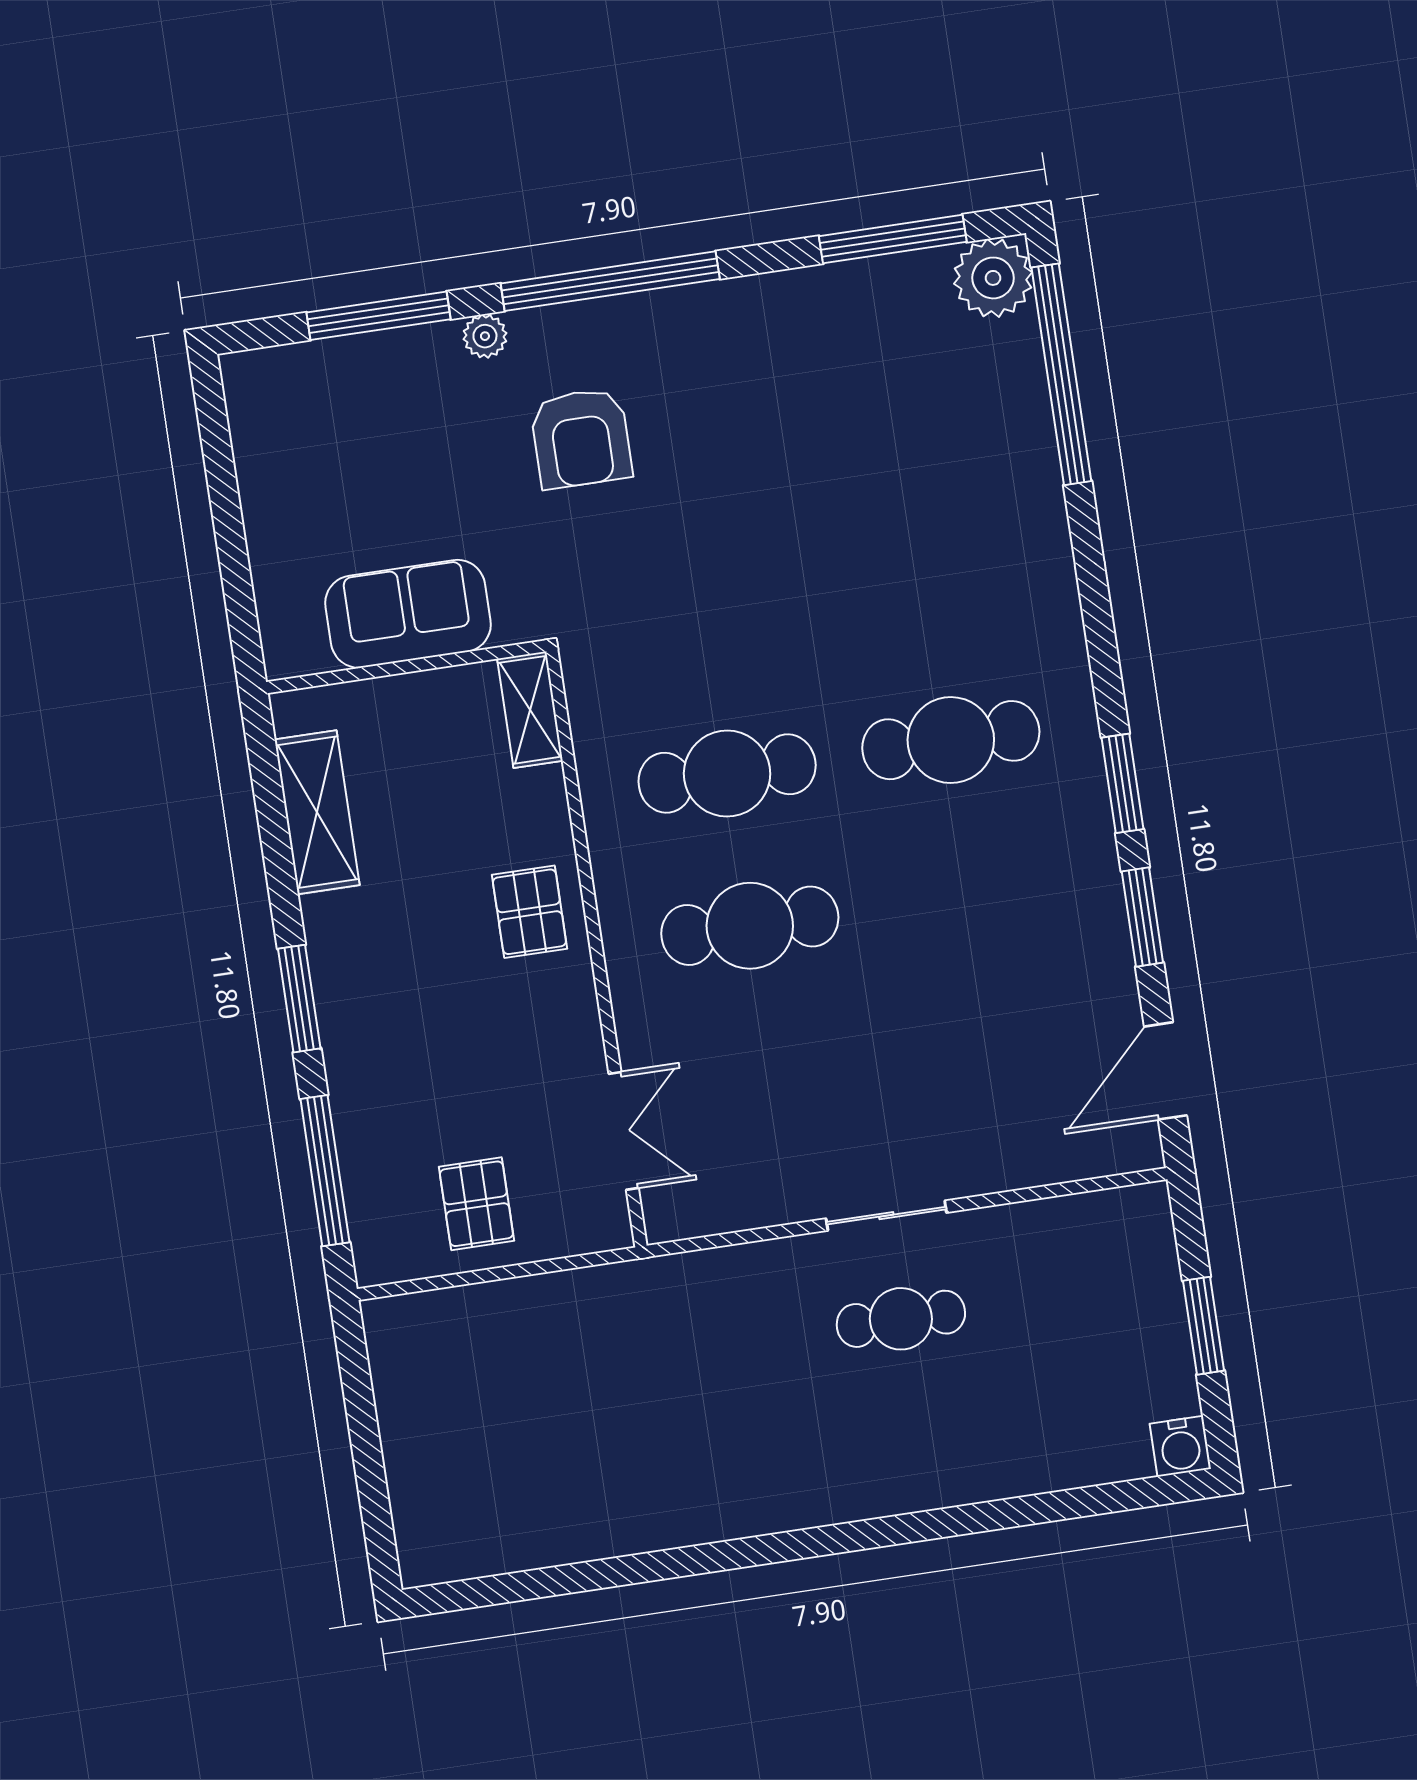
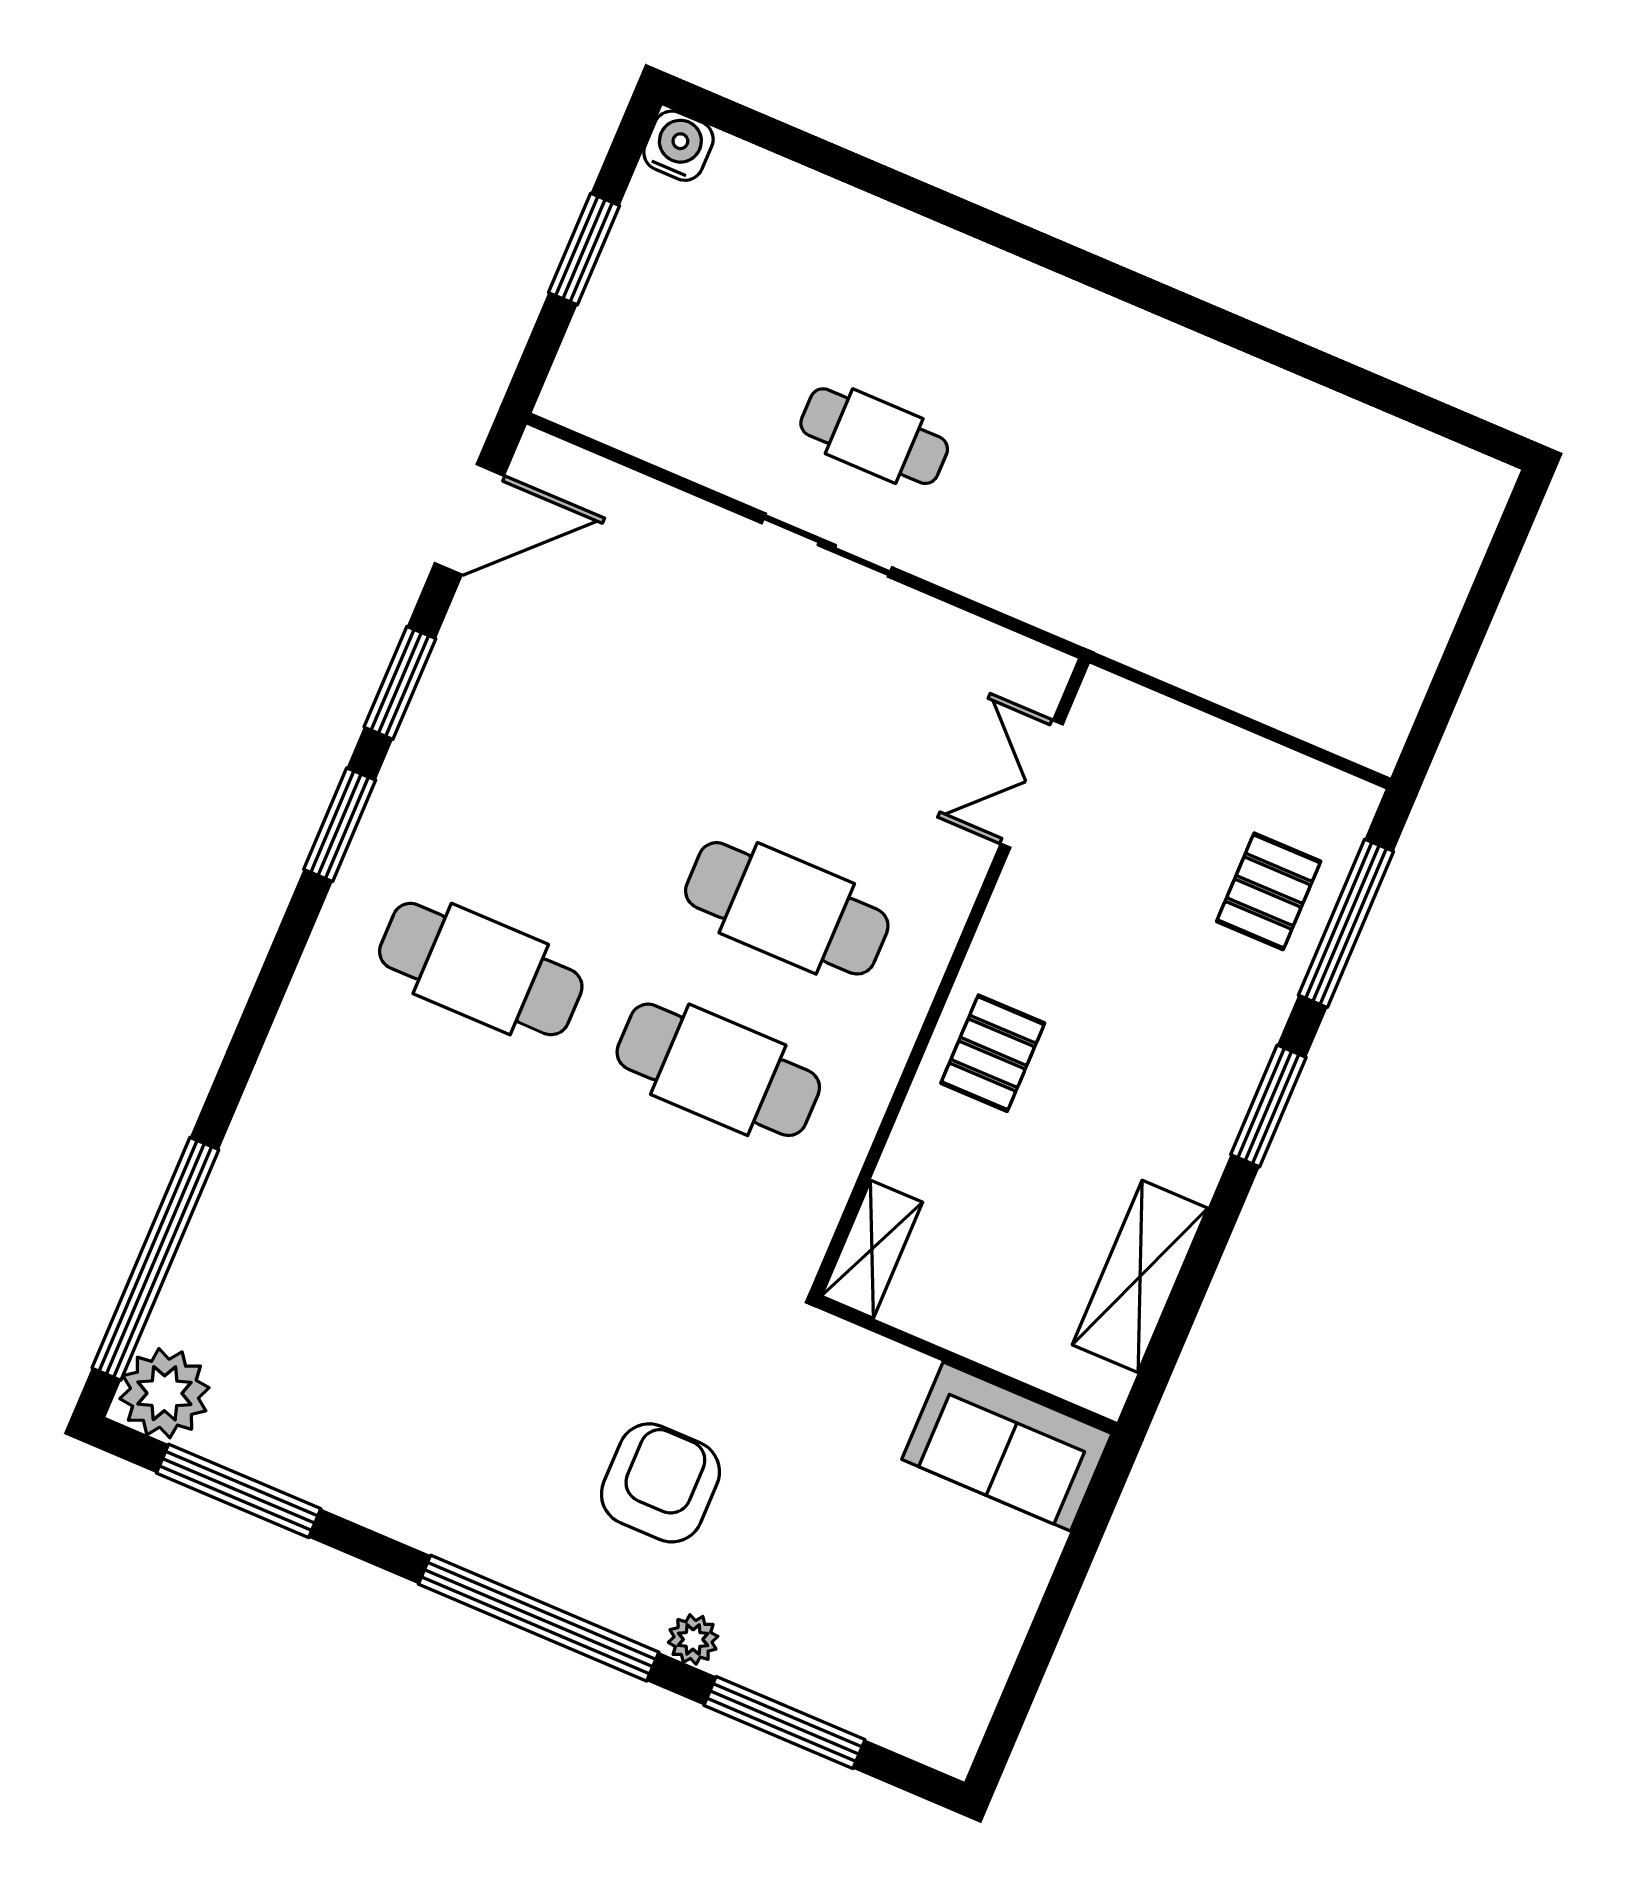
sofa: (408, 614) -> (1007, 1447), moved
pallet: (476, 1204) -> (1269, 891), moved

